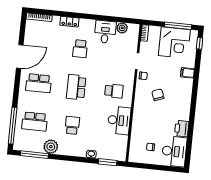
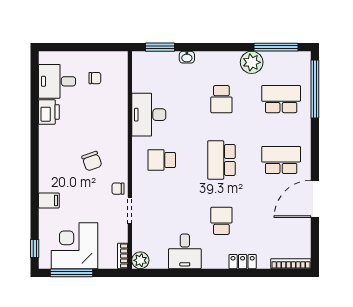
plant: (122, 28) -> (140, 260), moved
school desk: (76, 87) -> (221, 160), turned 180
desk: (174, 151) -> (57, 81), width x0.73

